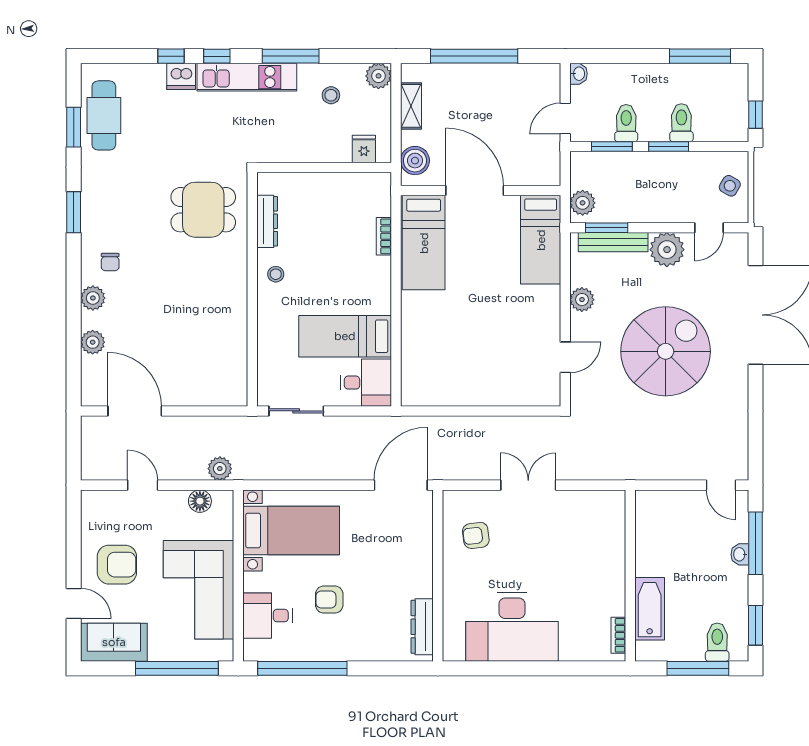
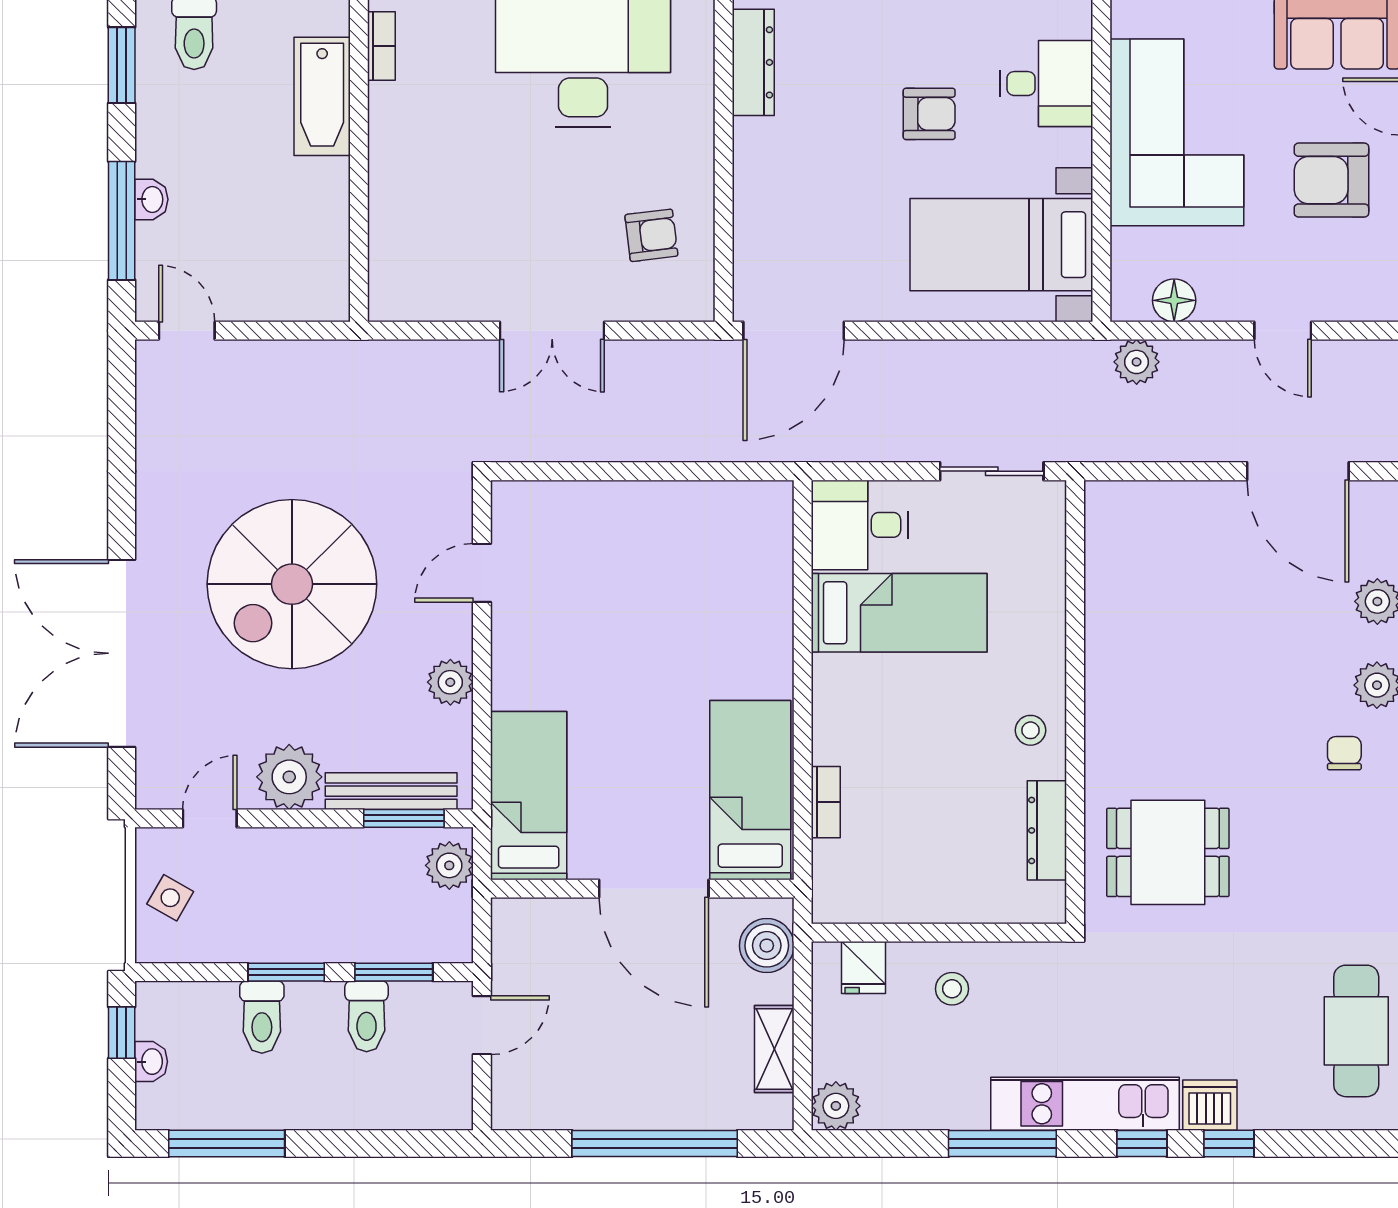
washbasin: (579, 74) -> (151, 1062), moved, turned 180
stool: (331, 95) -> (952, 989), moved

